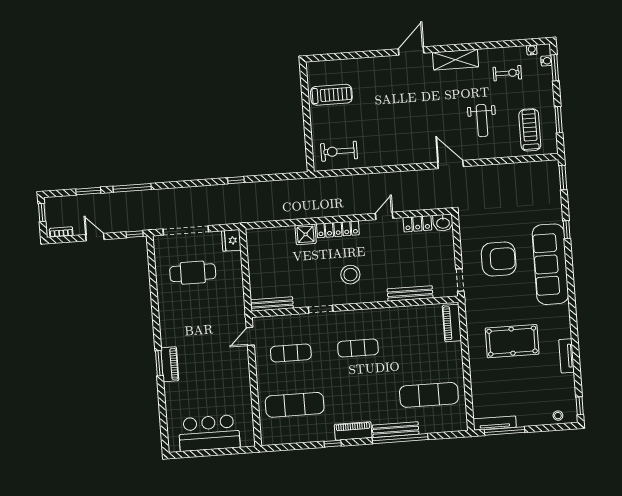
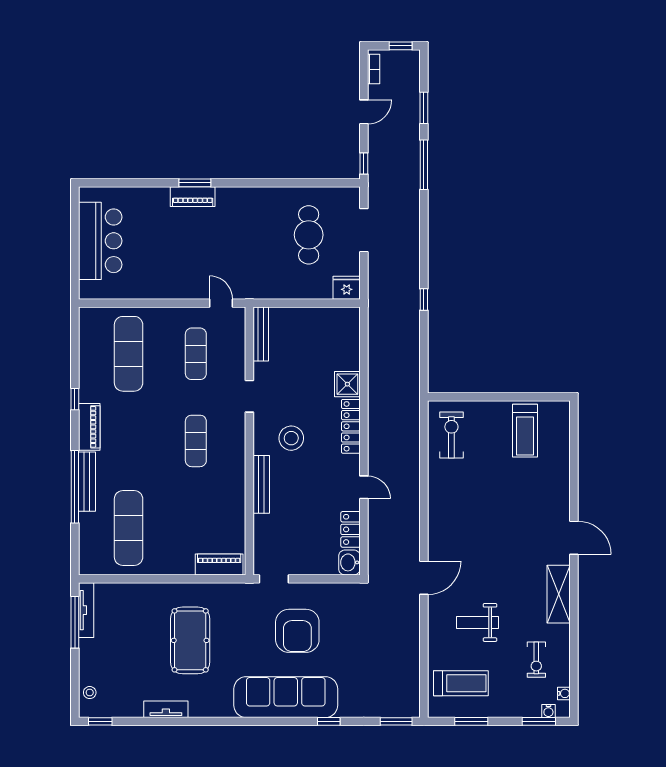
doorway: (186, 230) -> (364, 230), width x0.73
bench: (410, 293) -> (261, 484), moved

